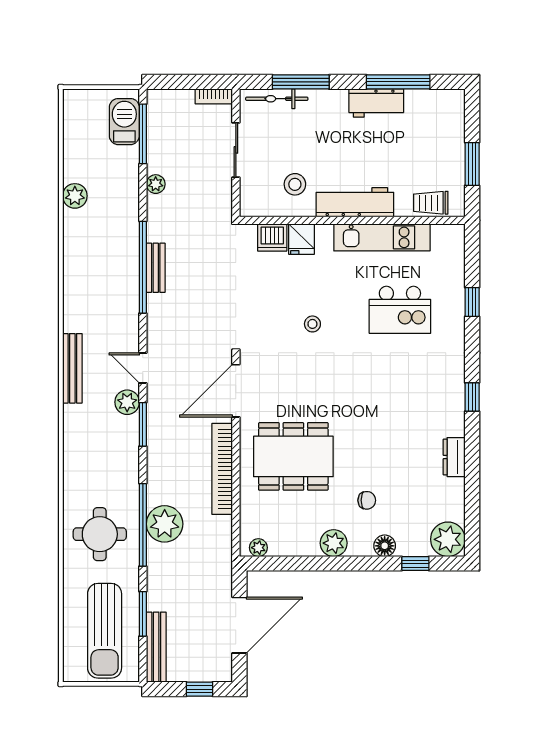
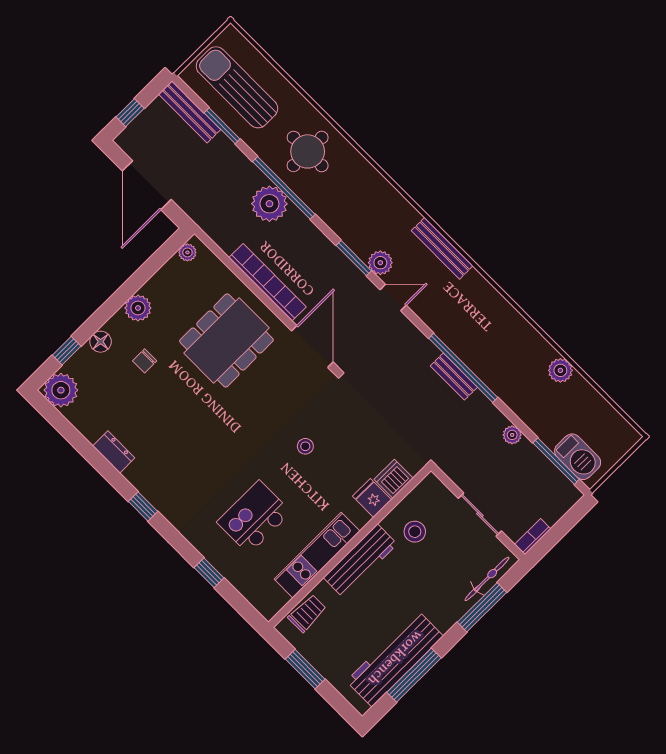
workbench: (376, 103) -> (395, 658), width x1.88, depth x1.32

